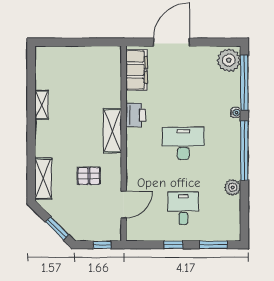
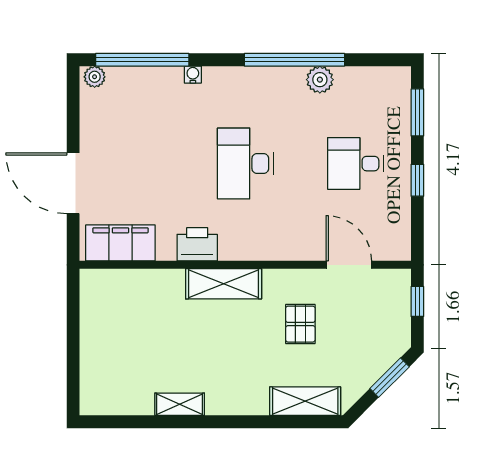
plant: (229, 60) -> (95, 77), width x0.53, depth x0.53
window: (244, 150) -> (294, 60), moved

